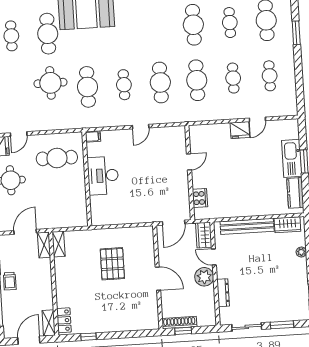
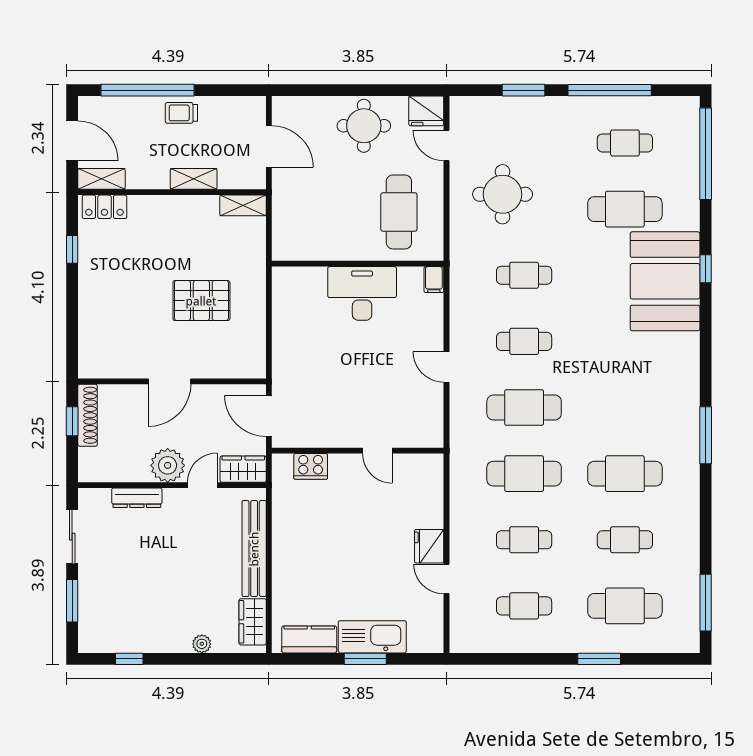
round table: (50, 83) -> (503, 194), moved
cafe table: (88, 87) -> (524, 275), width x0.73, depth x0.74
shelving: (44, 245) -> (194, 179), moved

